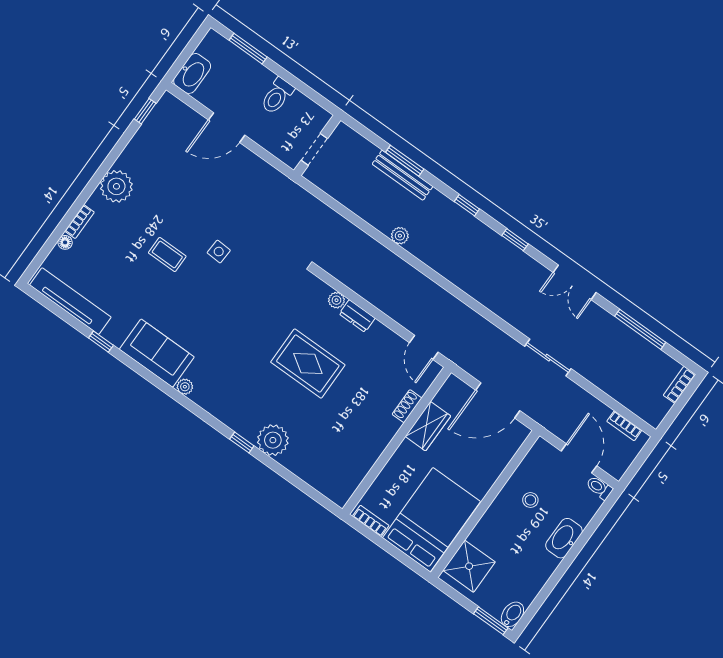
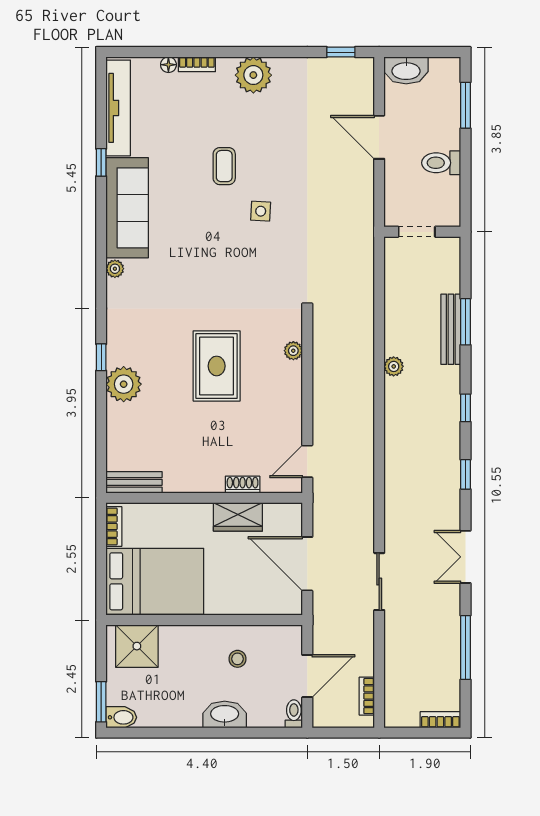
dresser: (357, 316) -> (292, 380), removed
sofa: (157, 353) -> (127, 208), width x1.36
bench: (349, 483) -> (134, 482), added

